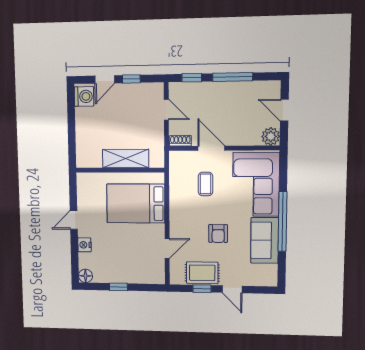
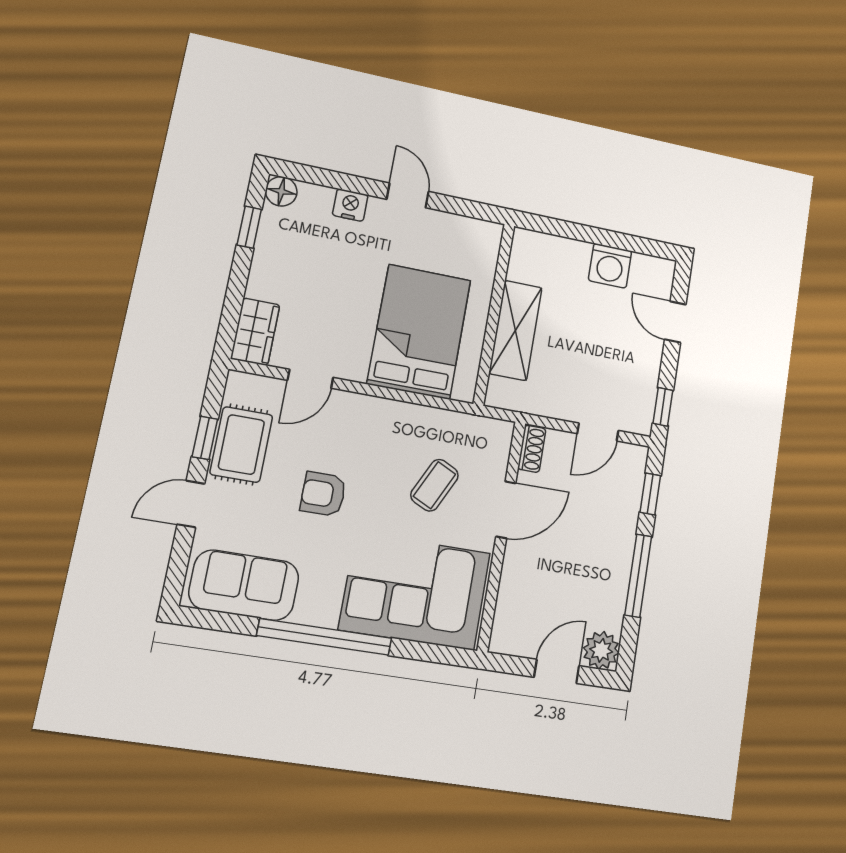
window: (131, 79) -> (663, 407), moved
washing machine: (84, 96) -> (610, 266), moved
plant: (271, 136) -> (601, 650), moved
coffee table: (206, 184) -> (435, 485), turned -64
sofa: (265, 240) -> (244, 585), moved
door: (167, 248) -> (310, 379), hinge flipped
wardrobe: (151, 276) -> (255, 332), added
window: (118, 287) -> (249, 227), moved

